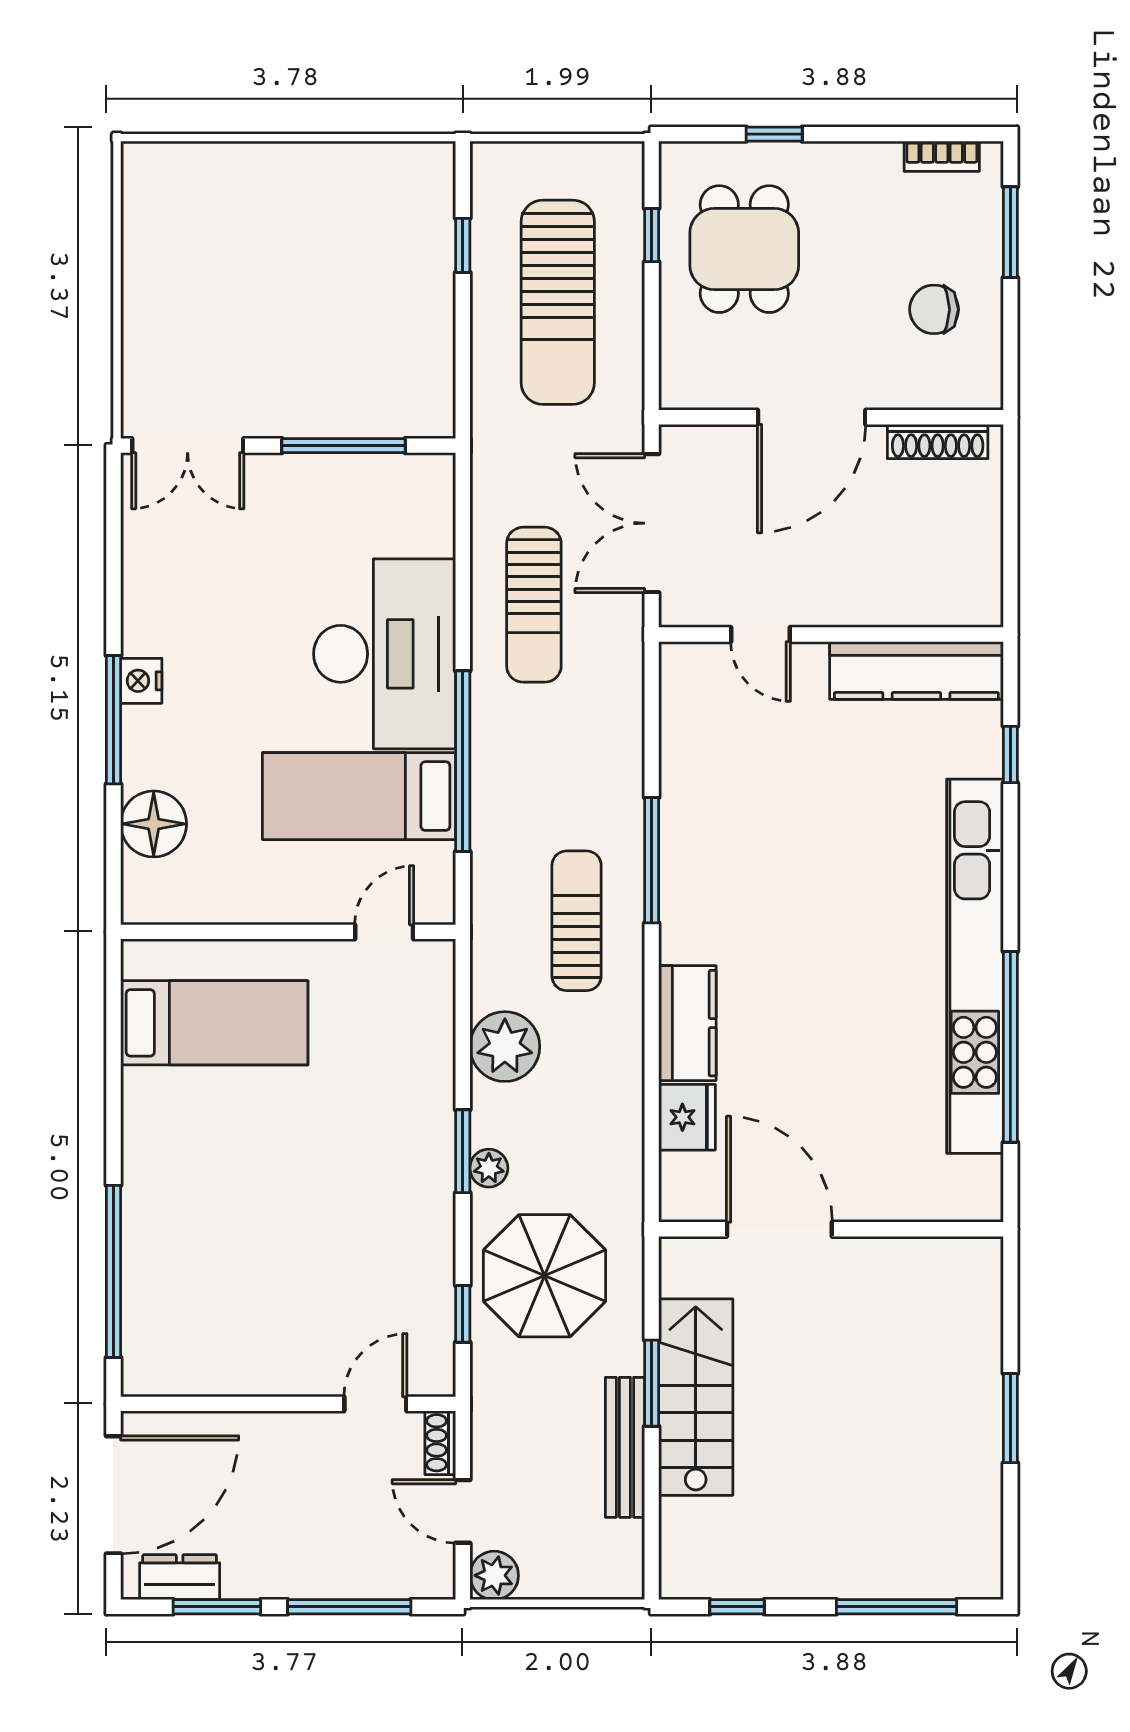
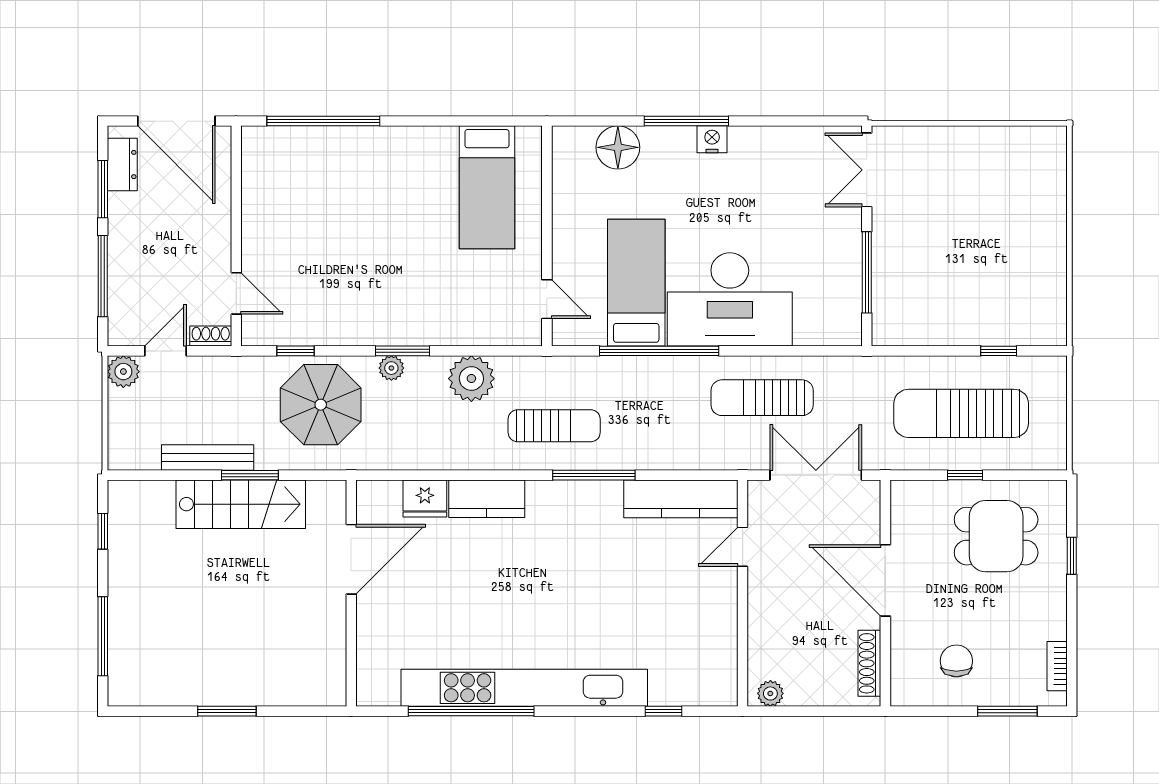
window: (652, 235) -> (965, 475), moved
plant: (983, 592) -> (770, 693), added
kitchen counter: (916, 670) -> (681, 499), moved, turned -90

